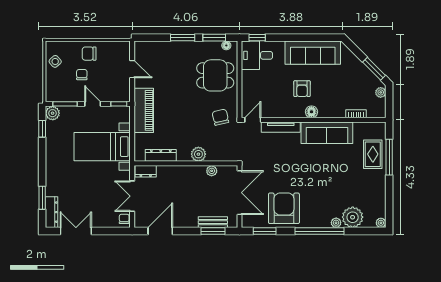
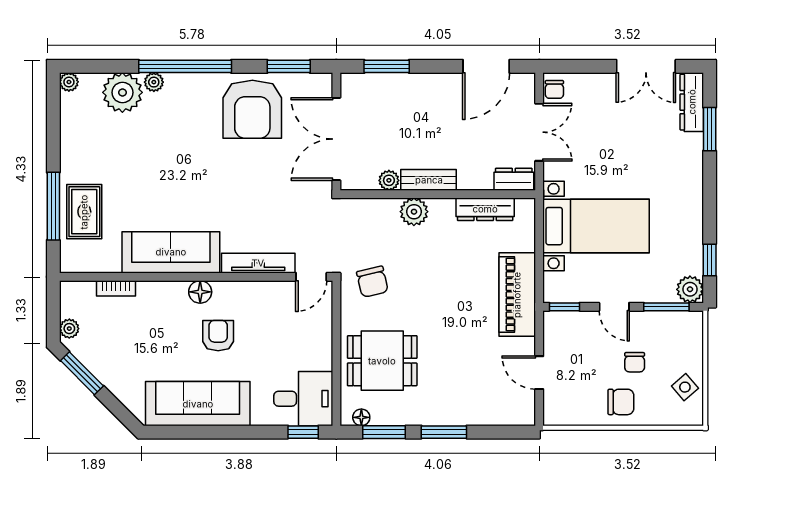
bench: (213, 222) -> (429, 180), moved

